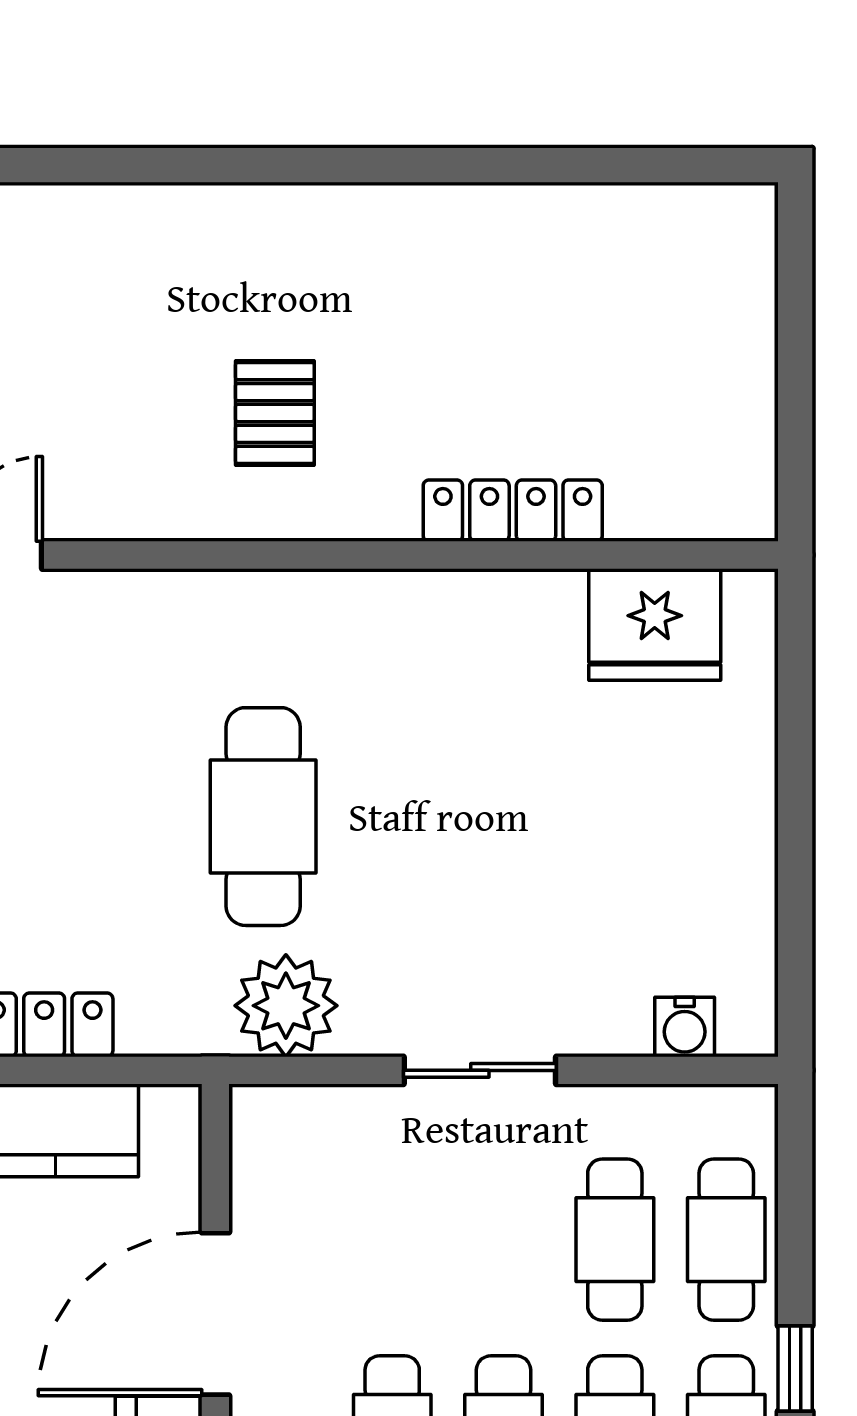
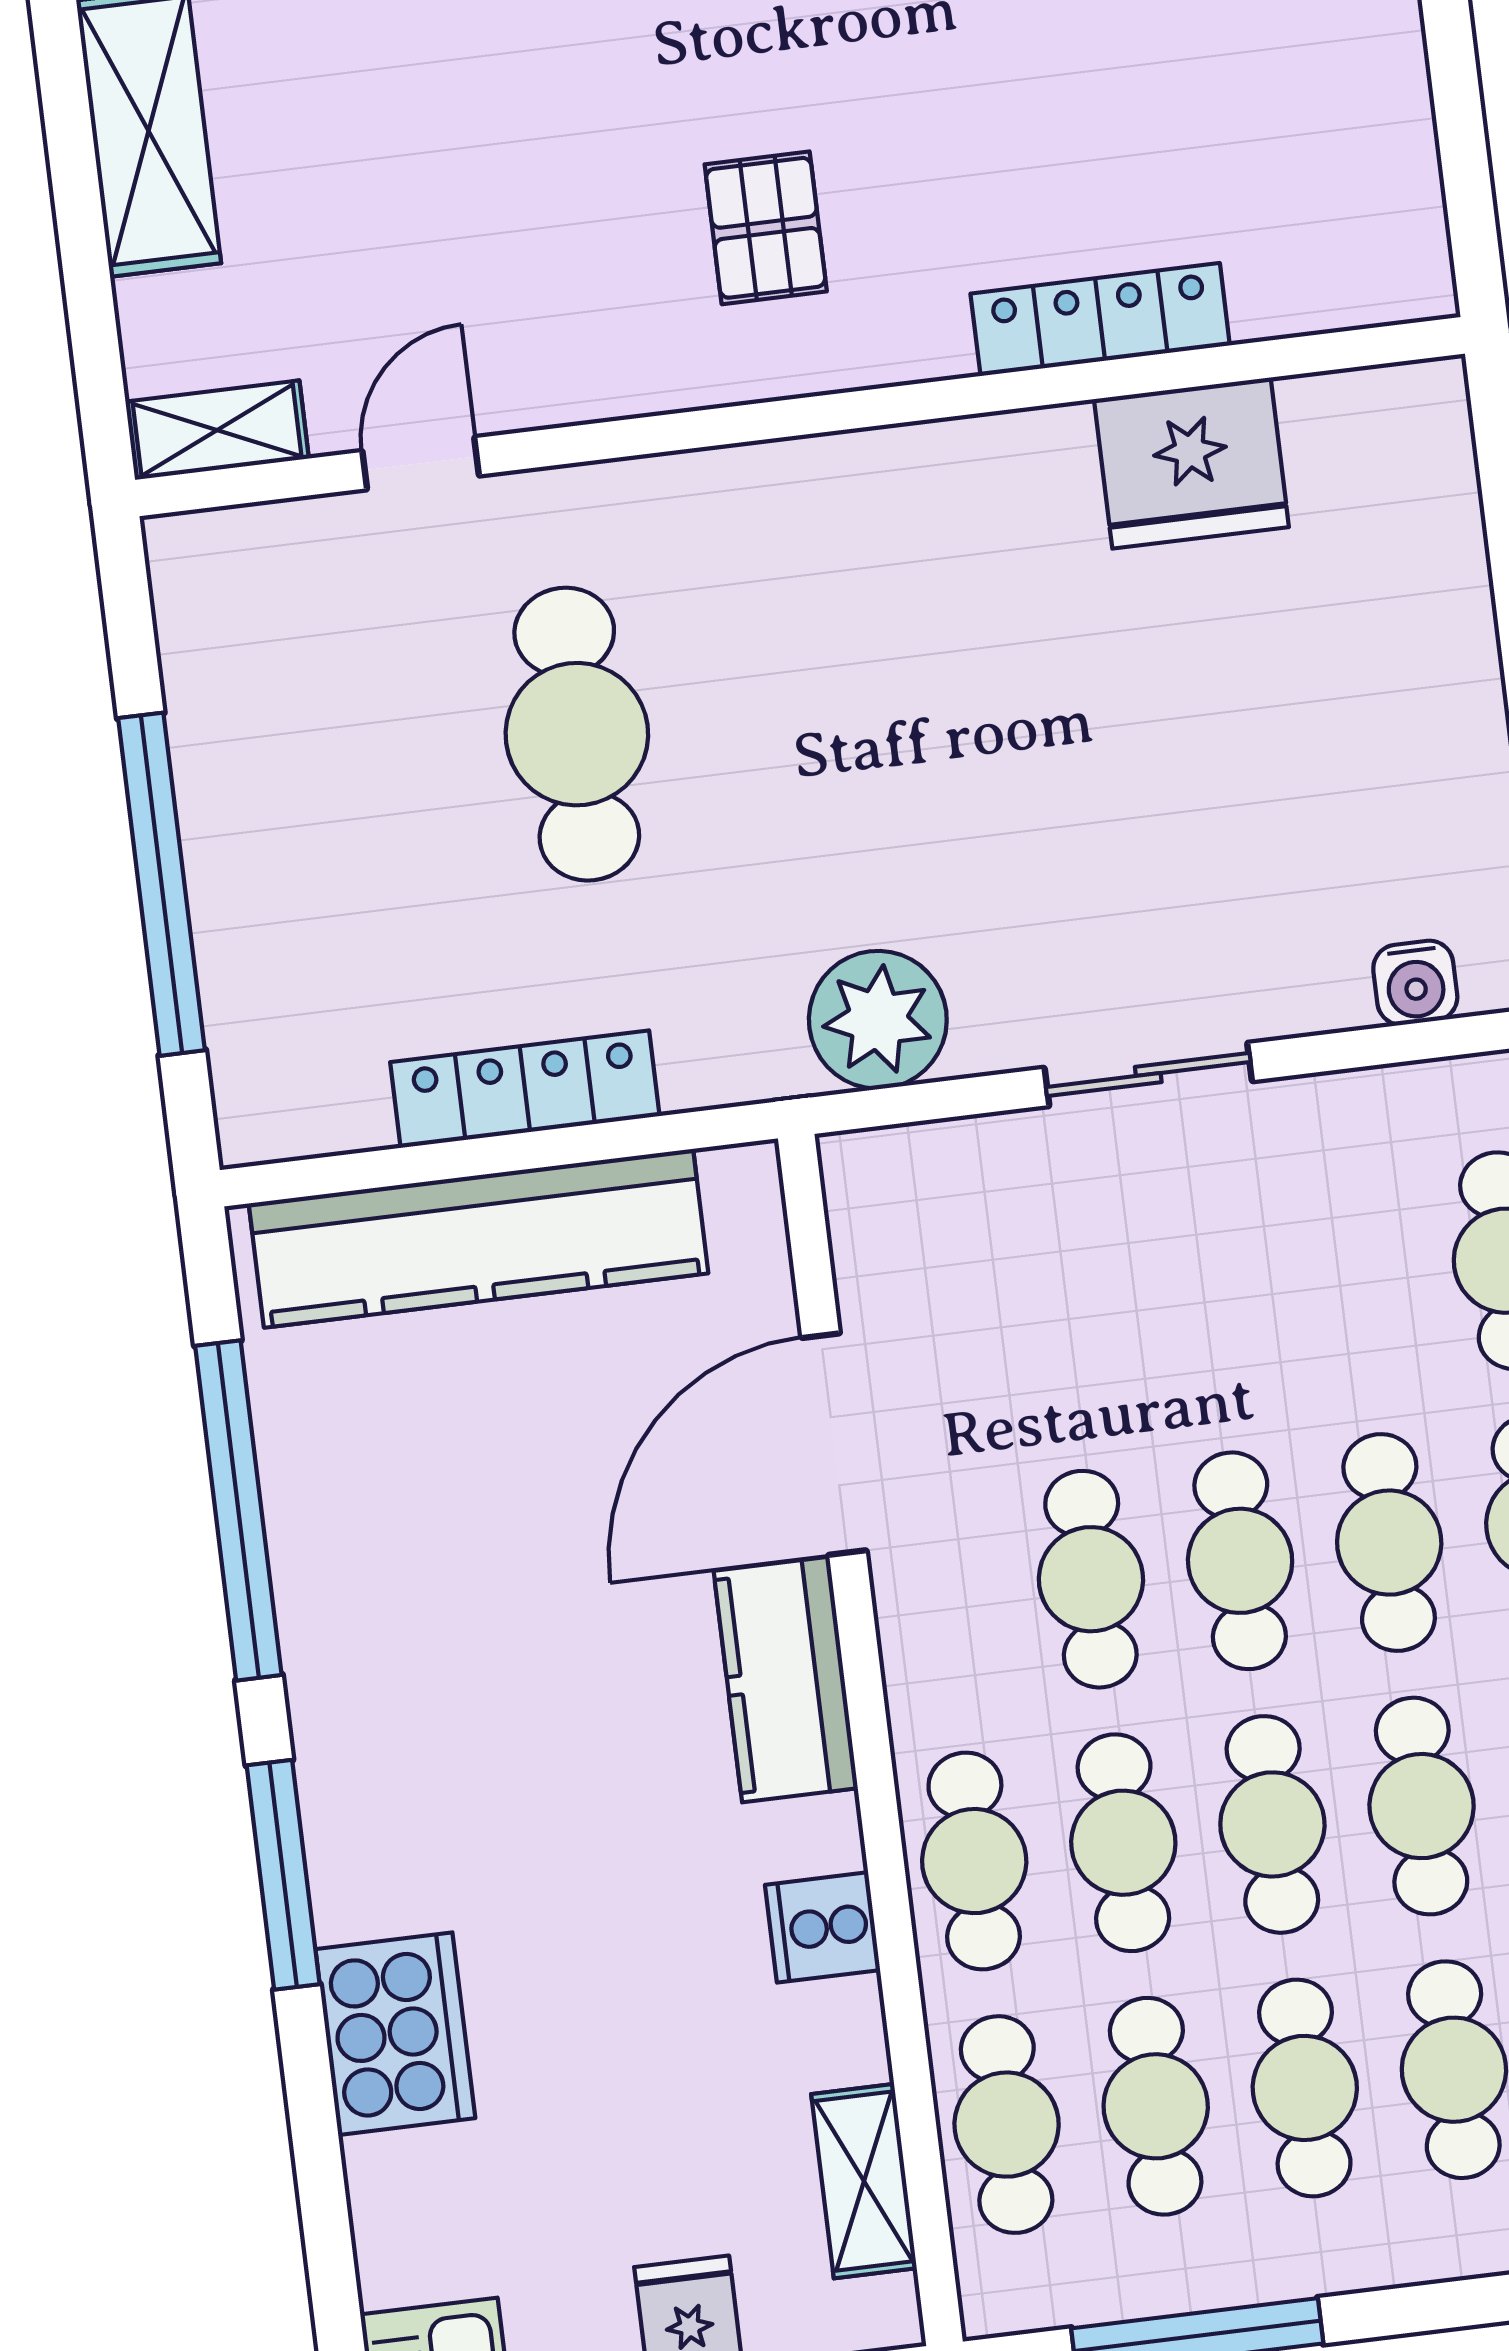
fridge: (655, 624) -> (1191, 463), moved
cafe table: (263, 817) -> (577, 734), moved
cafe table: (615, 1240) -> (1357, 1279), removed

